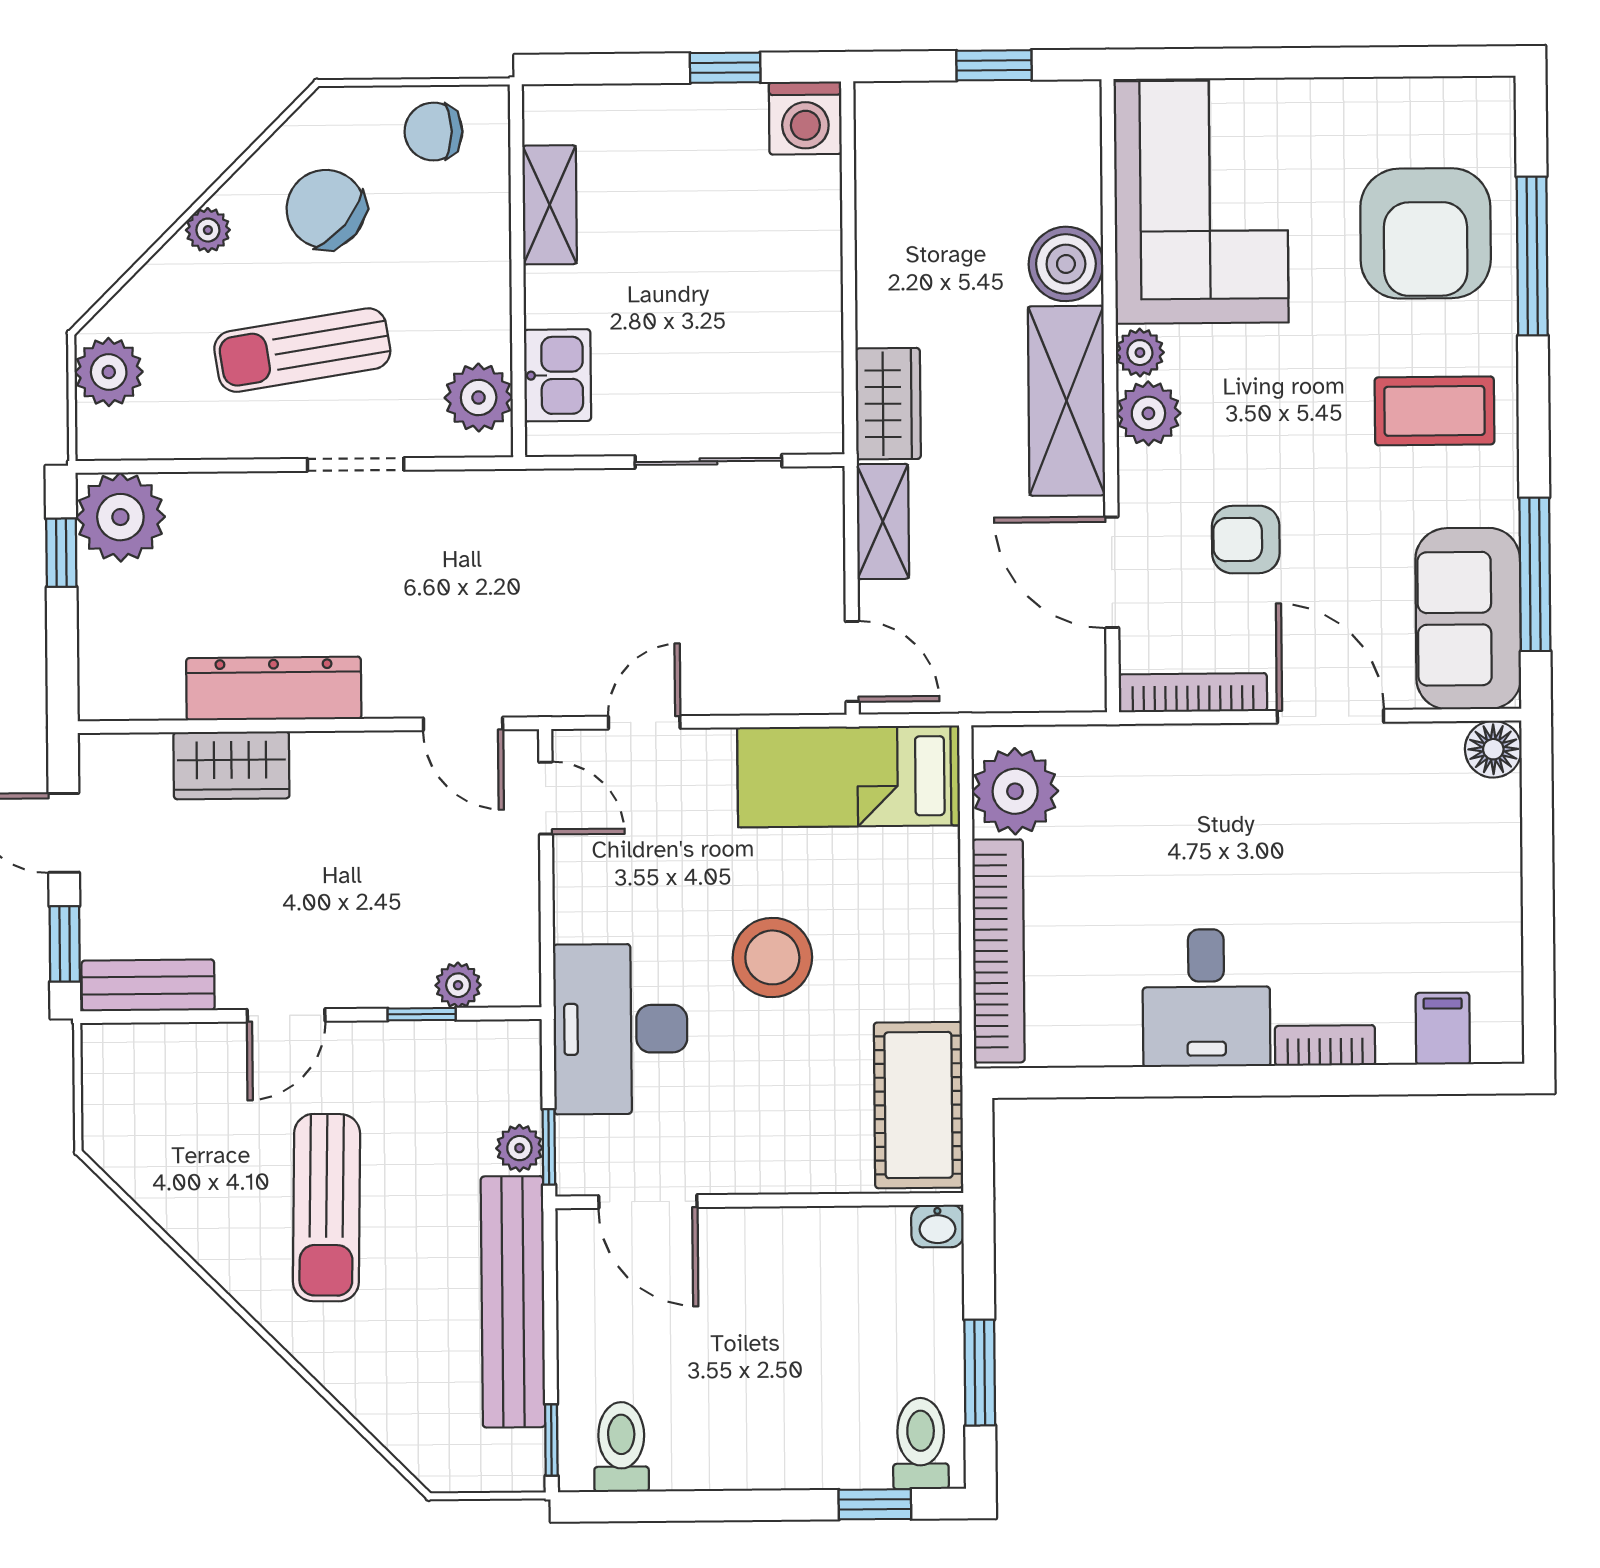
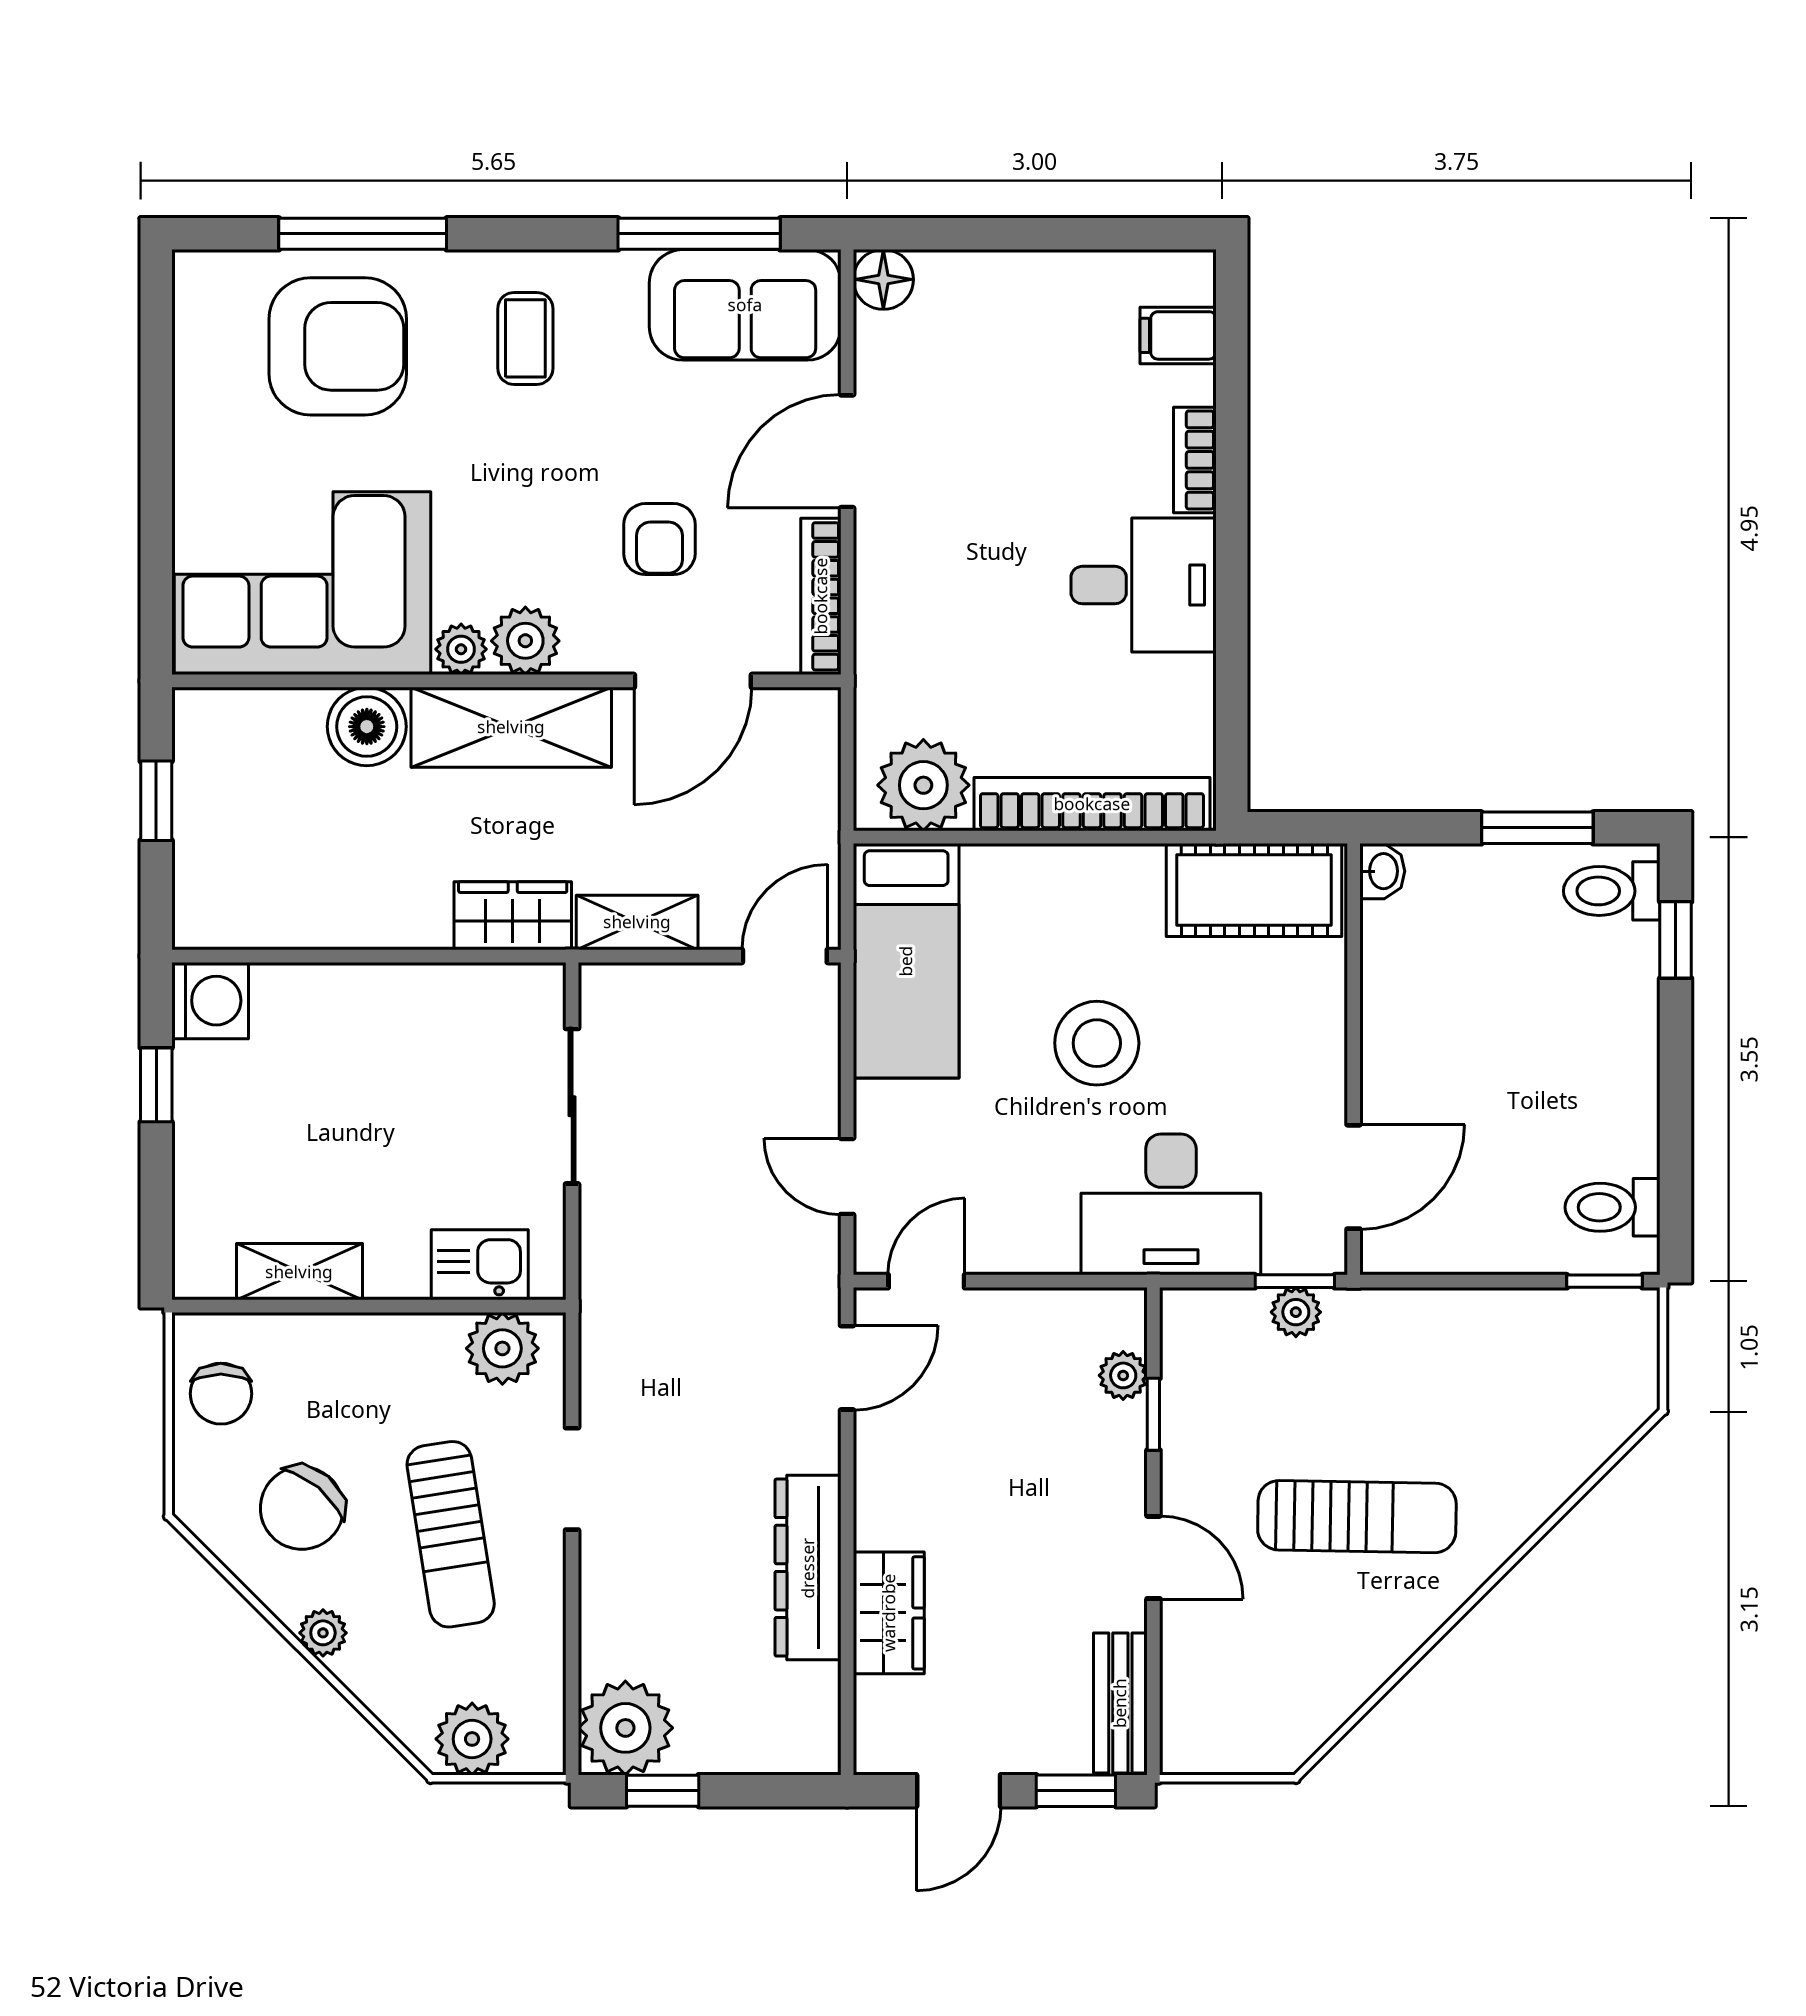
coffee table: (1435, 411) -> (525, 338), width x0.73, depth x0.77
bench: (513, 1302) -> (1458, 1320), removed

